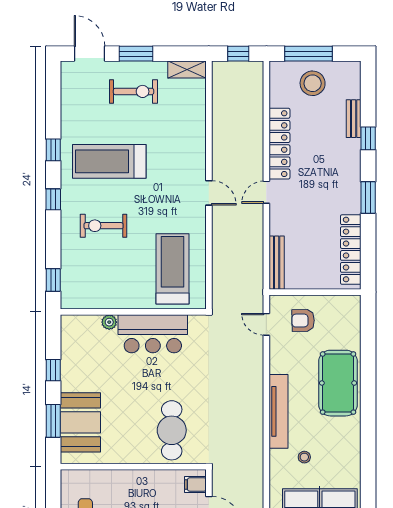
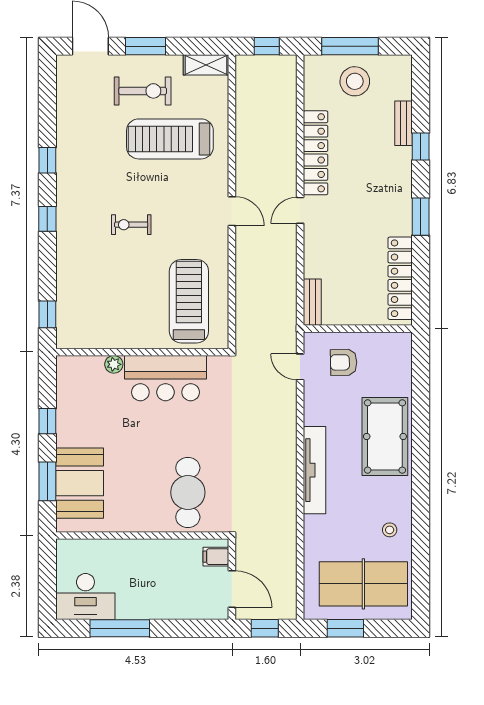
treadmill: (109, 161) -> (170, 139), moved
exercise bike: (104, 226) -> (131, 225), moved, width x0.73, depth x0.72
bench: (277, 263) -> (312, 302), width x0.73
stool: (304, 457) -> (390, 530), moved

